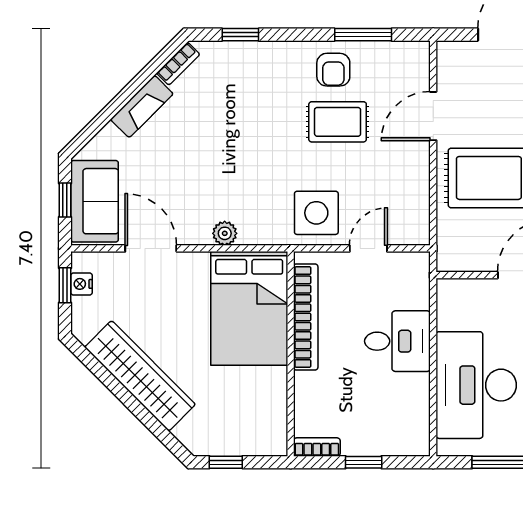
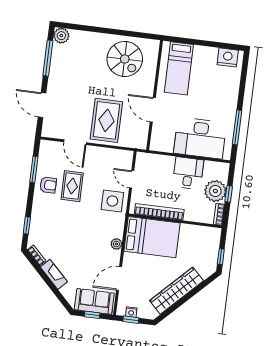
desk: (397, 341) -> (188, 173), moved
plant: (366, 433) -> (215, 191), added

